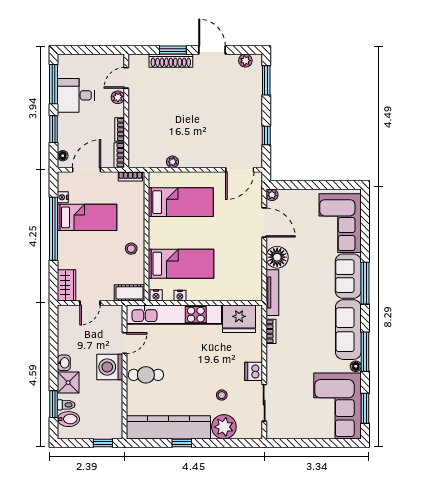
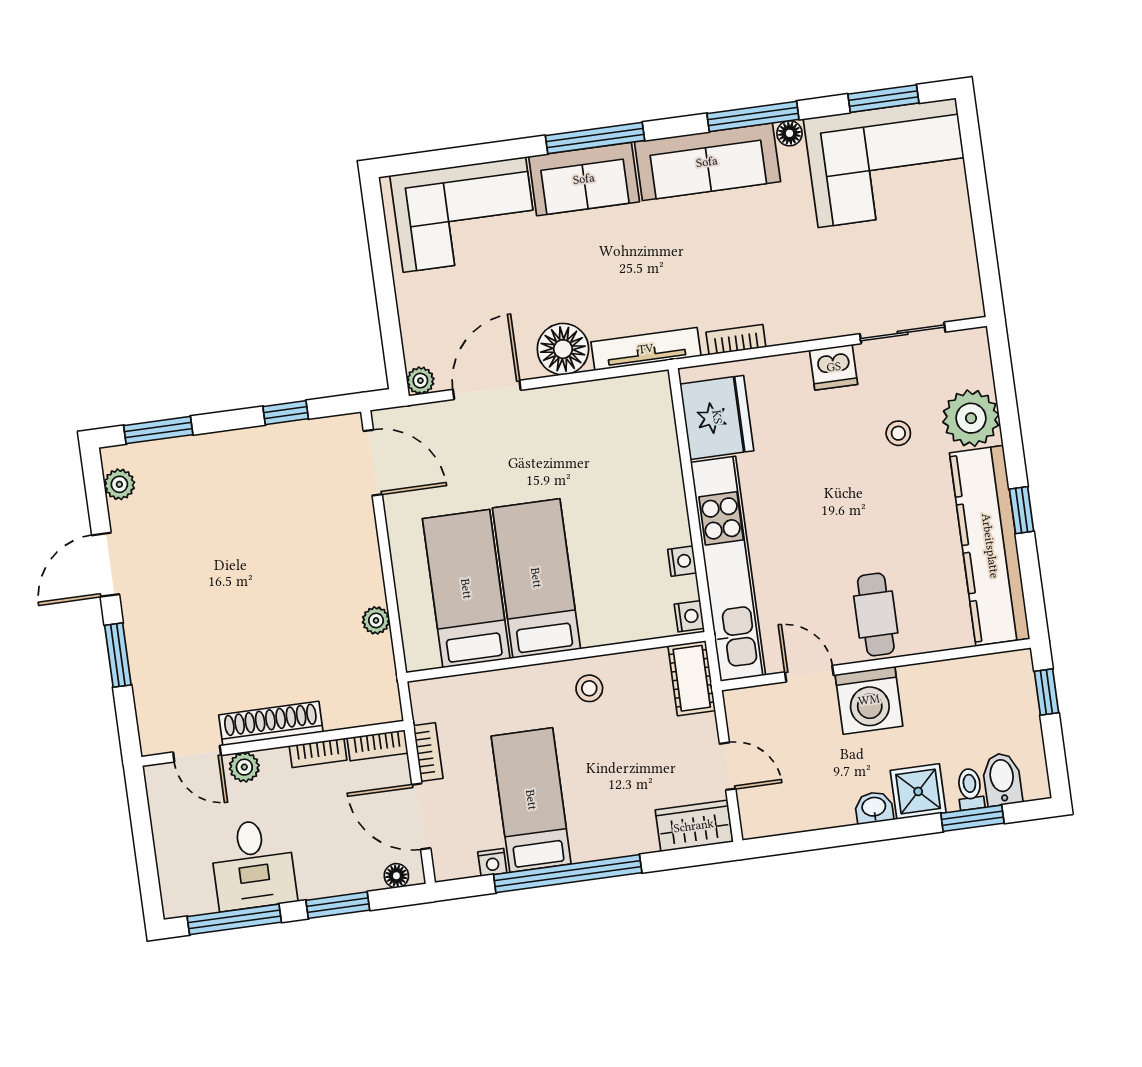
shoe rack: (171, 61) -> (271, 724), moved, turned -90
bookcase: (130, 176) -> (428, 752), moved
bed: (181, 264) -> (536, 578), moved

